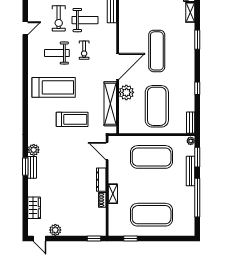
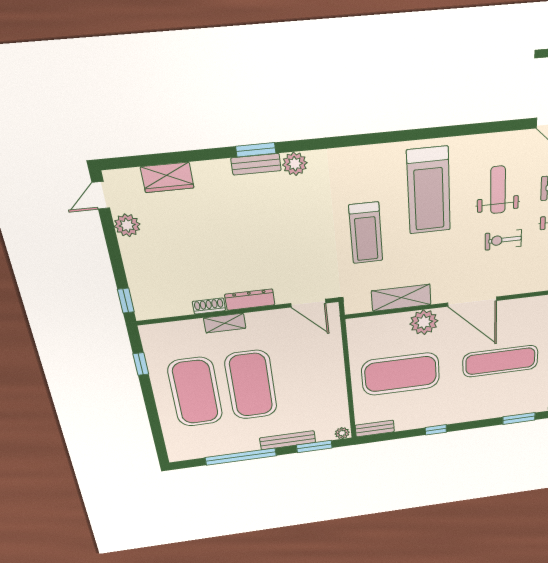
shelving: (110, 104) -> (401, 298), width x0.68
door: (107, 151) -> (308, 303), swing flipped
exercise mat: (152, 157) -> (251, 385), moved

